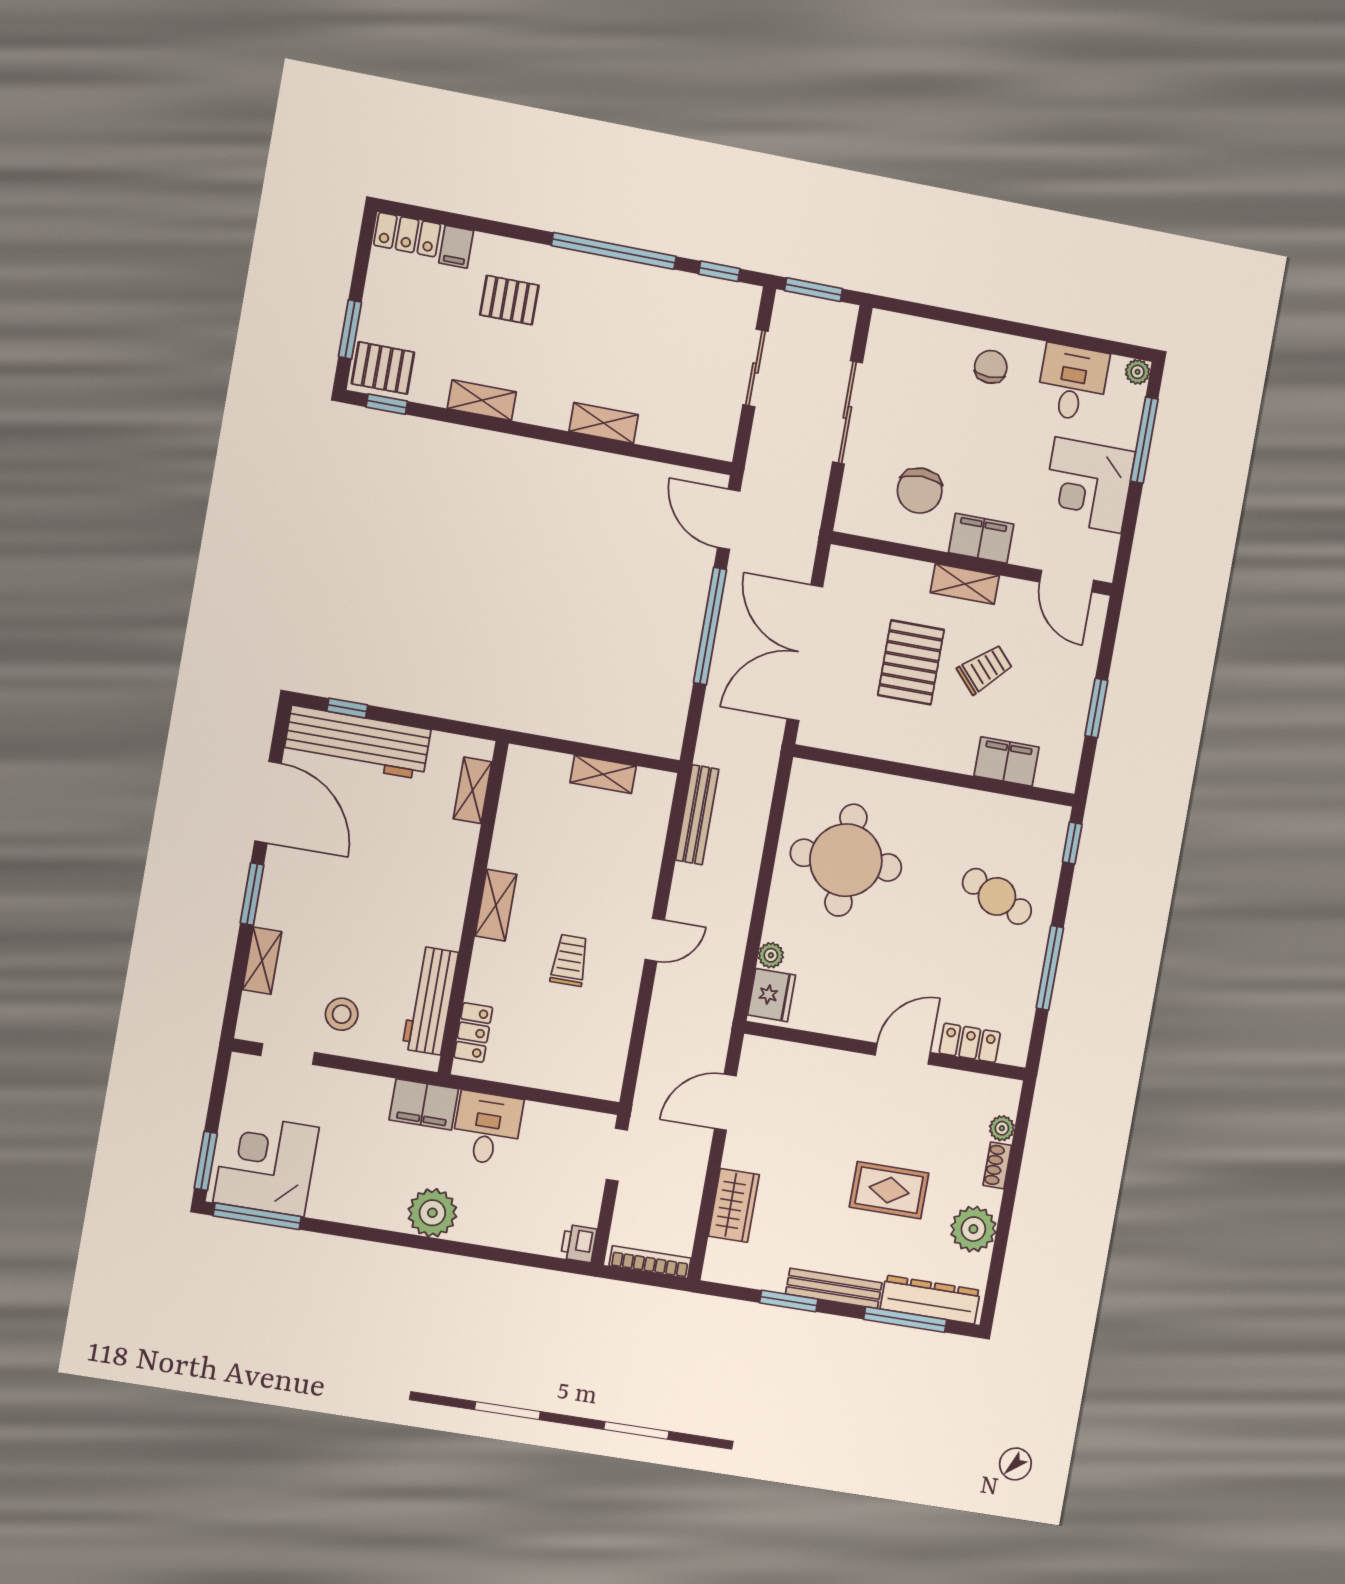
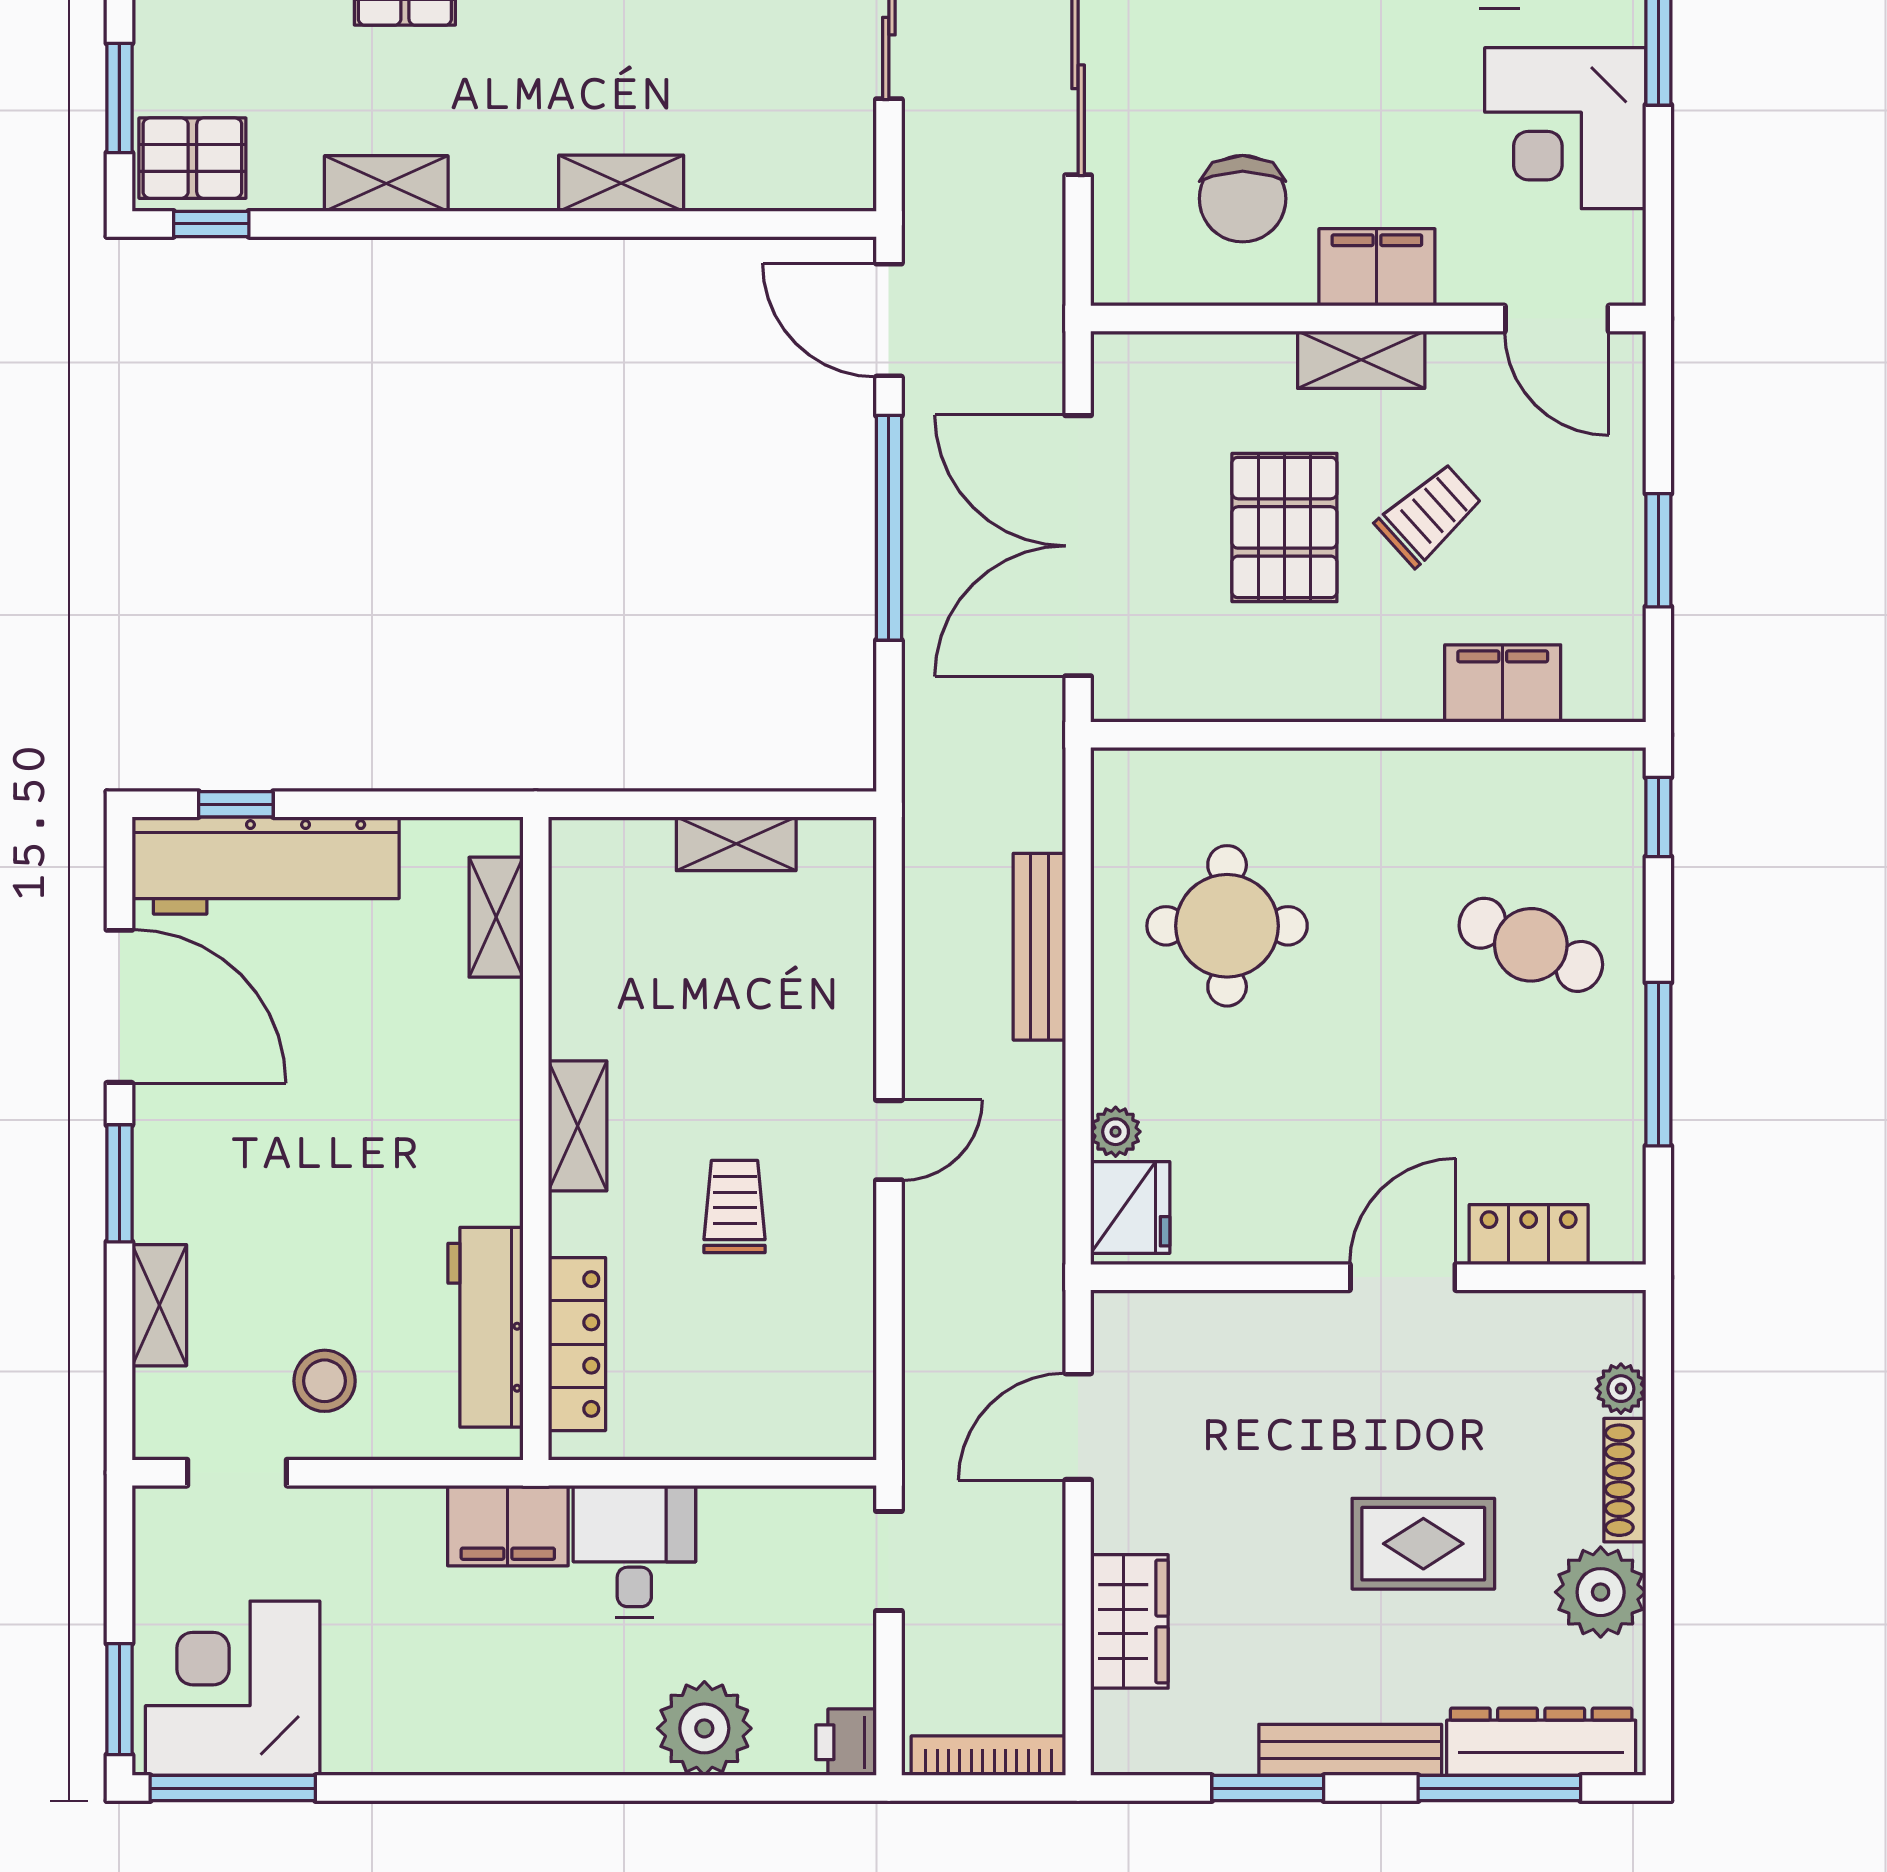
bench: (697, 815) -> (1039, 947), moved
round table: (846, 860) -> (1227, 926), width x0.73, depth x0.73
locker: (473, 1032) -> (577, 1344), width x1.53
shoe rack: (997, 1165) -> (1625, 1480), width x1.43
plant: (432, 1213) -> (704, 1728), moved

